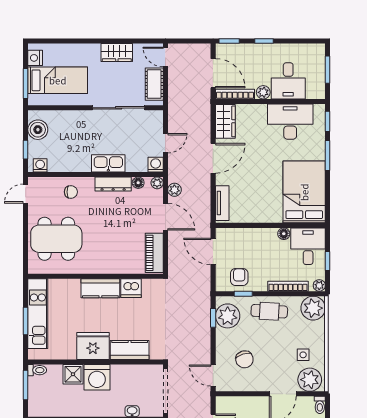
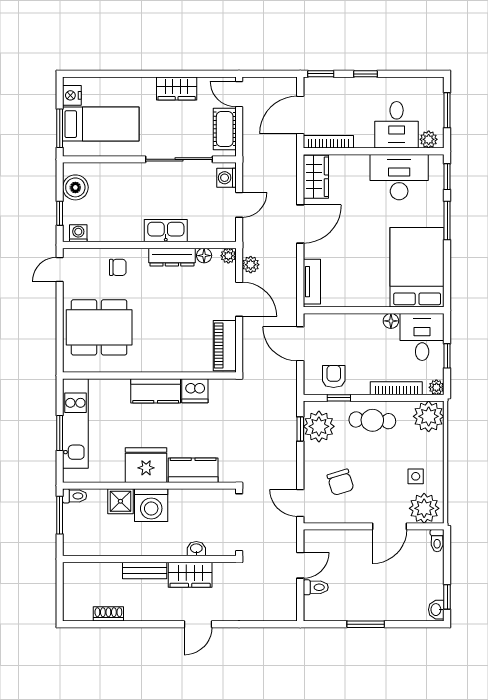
door: (213, 73) -> (300, 115), swing flipped
plant: (263, 92) -> (429, 139), moved
washing machine: (156, 165) -> (226, 178), moved, turned -90

